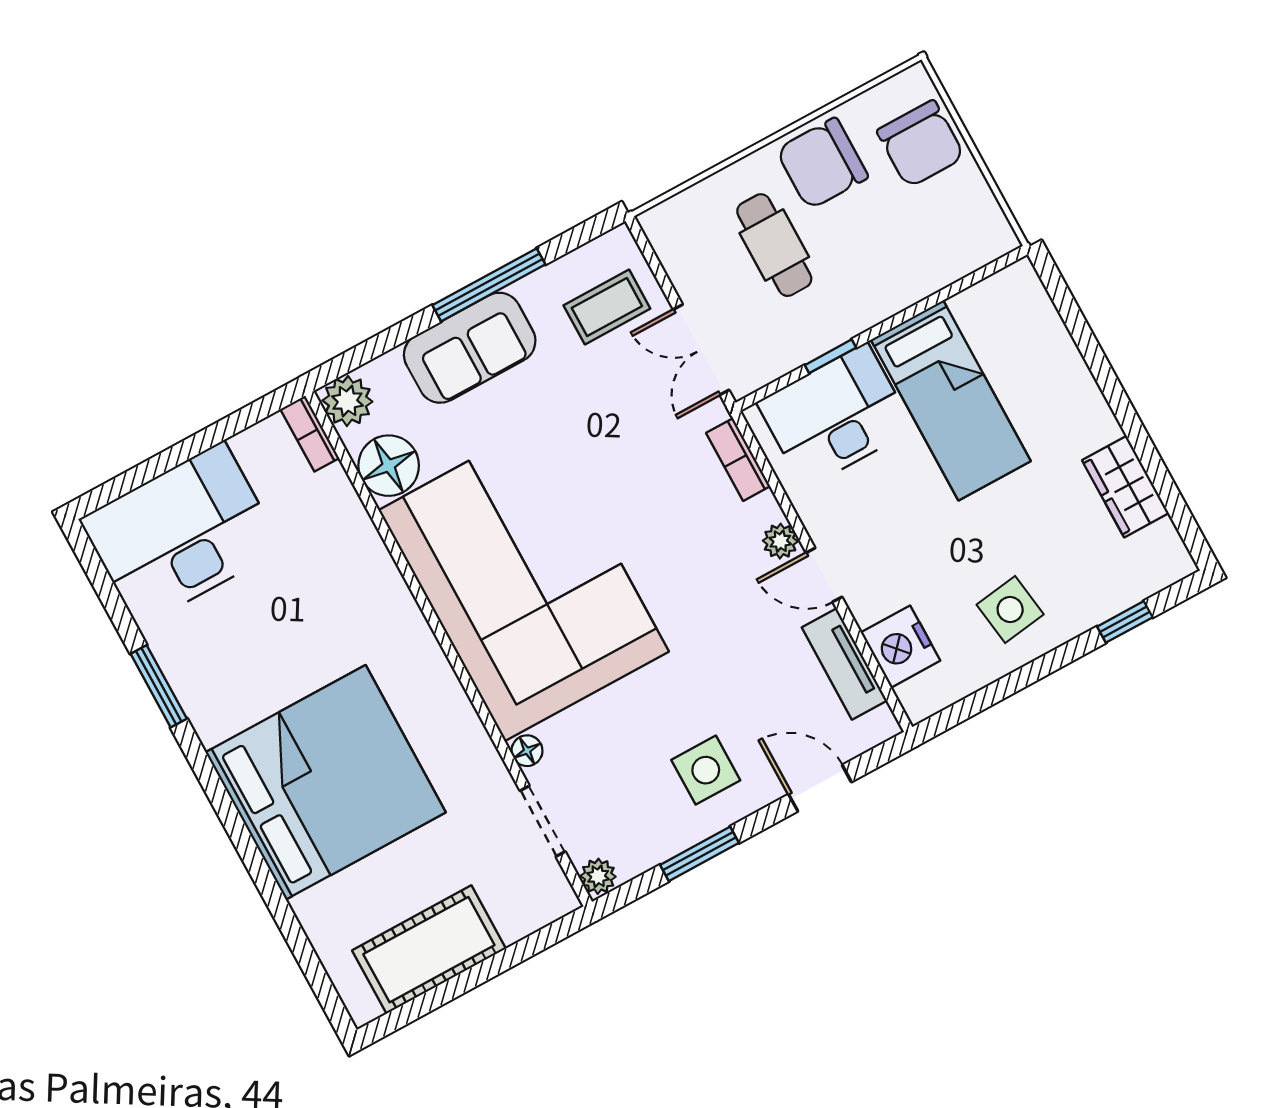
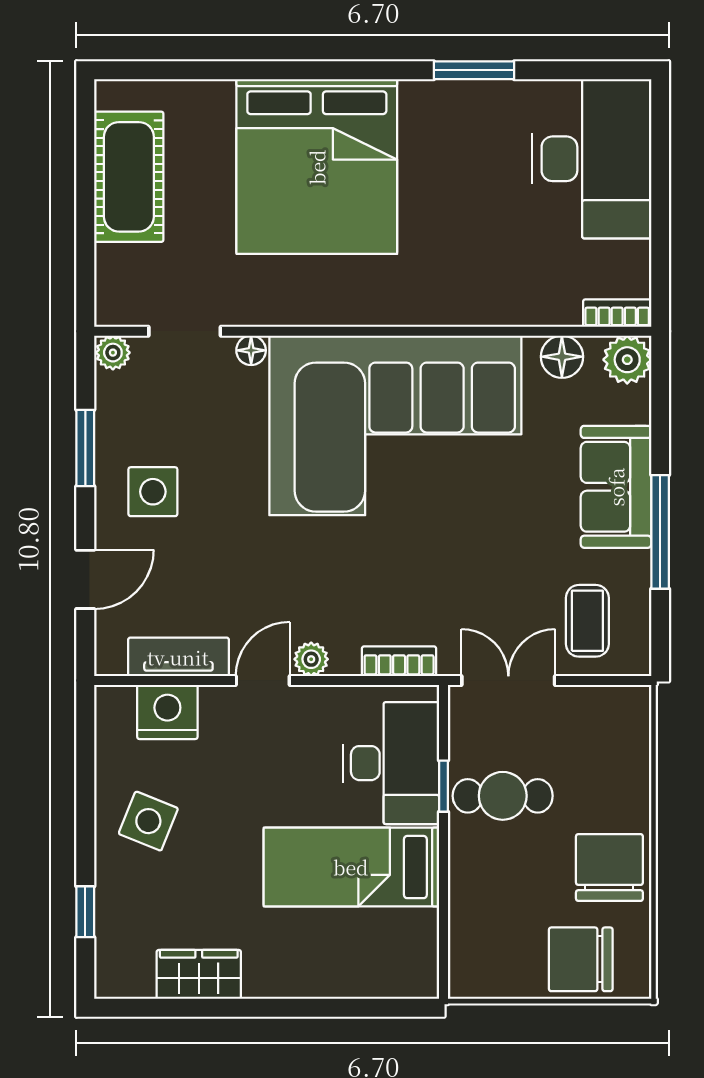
cafe table: (774, 245) -> (503, 796), moved
floor lamp: (389, 466) -> (562, 357), width x0.73, depth x0.73
side table: (1010, 609) -> (148, 821), turned 30

